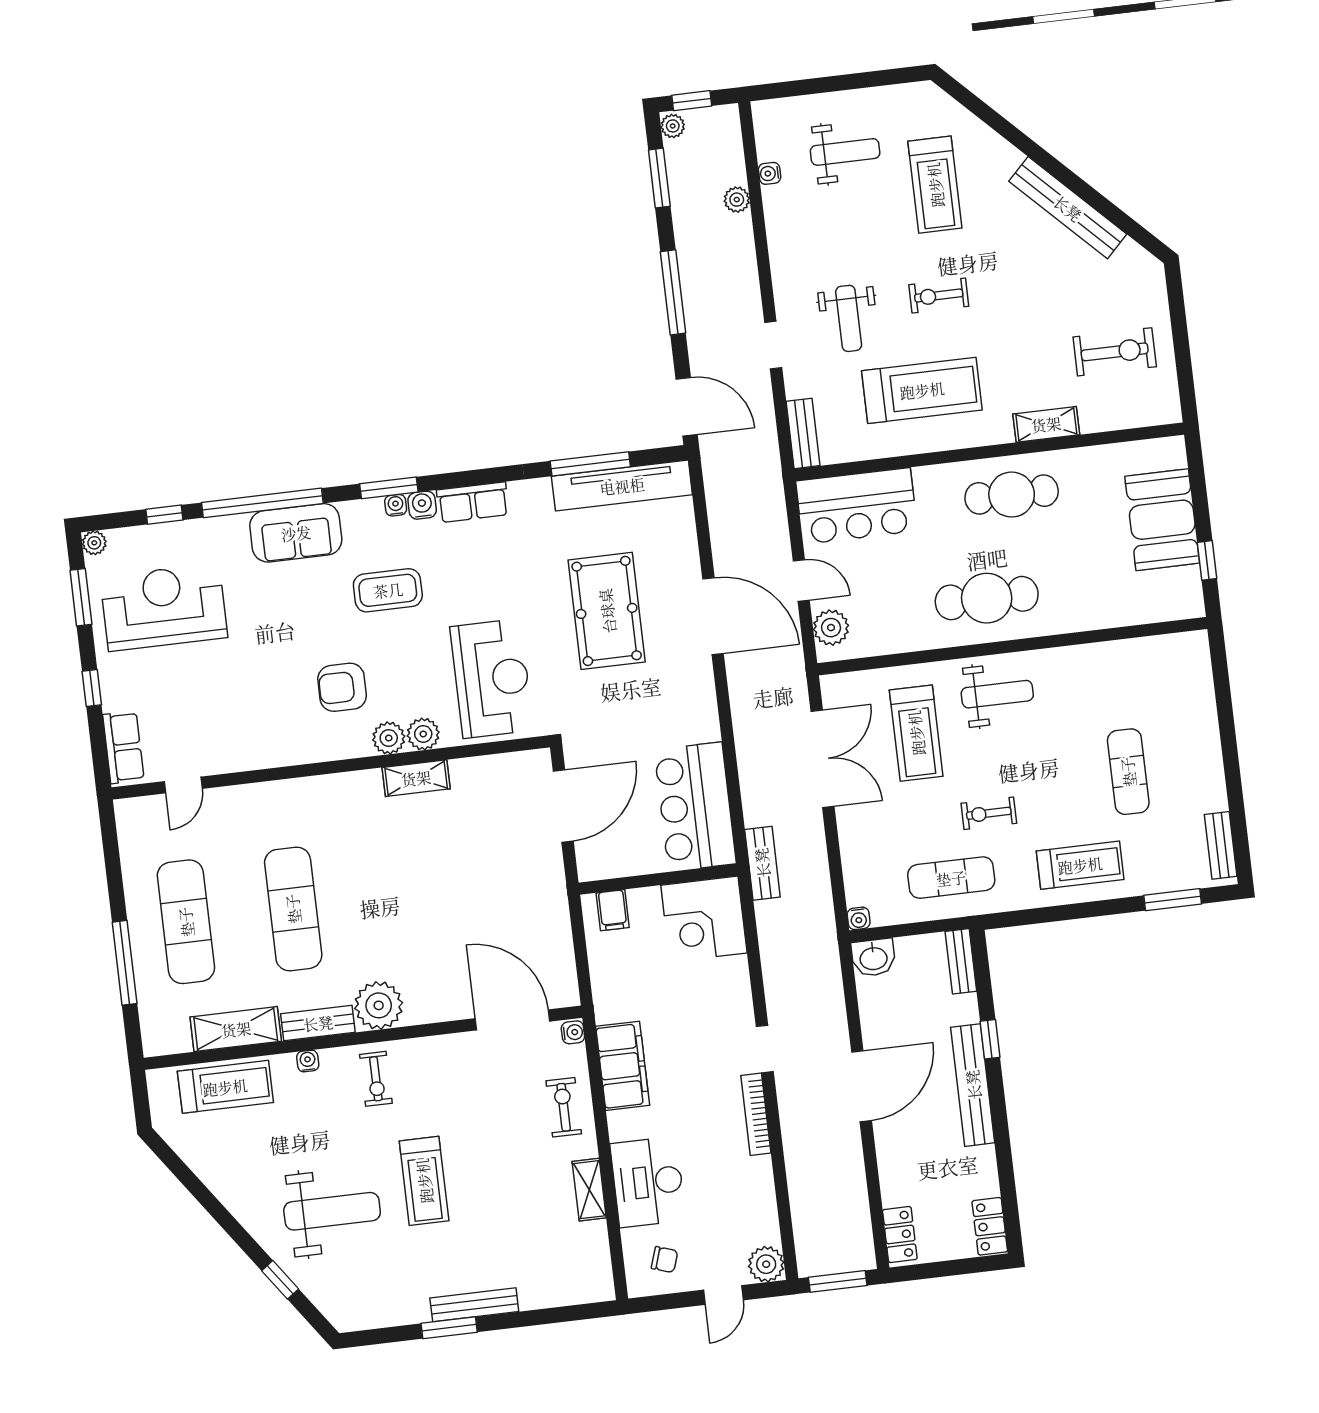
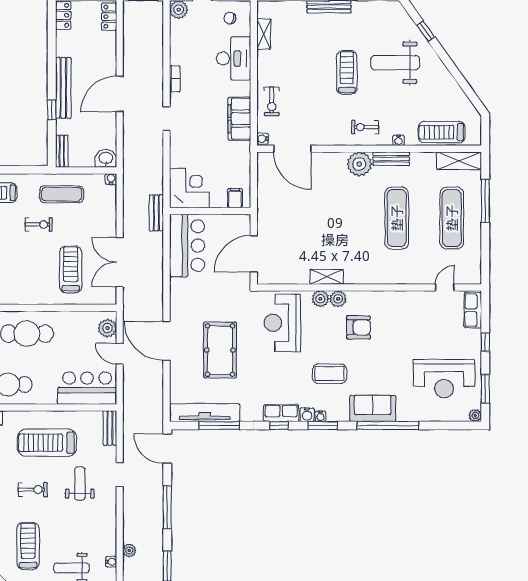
window: (164, 515) -> (279, 425), moved
weight bench: (997, 694) -> (27, 284), removed
shelving: (236, 1029) -> (459, 161), moved
exercise bike: (376, 1079) -> (365, 127), turned -90
bookcase: (756, 1114) -> (175, 79), width x0.64
shelving: (589, 1190) -> (264, 34), moved

